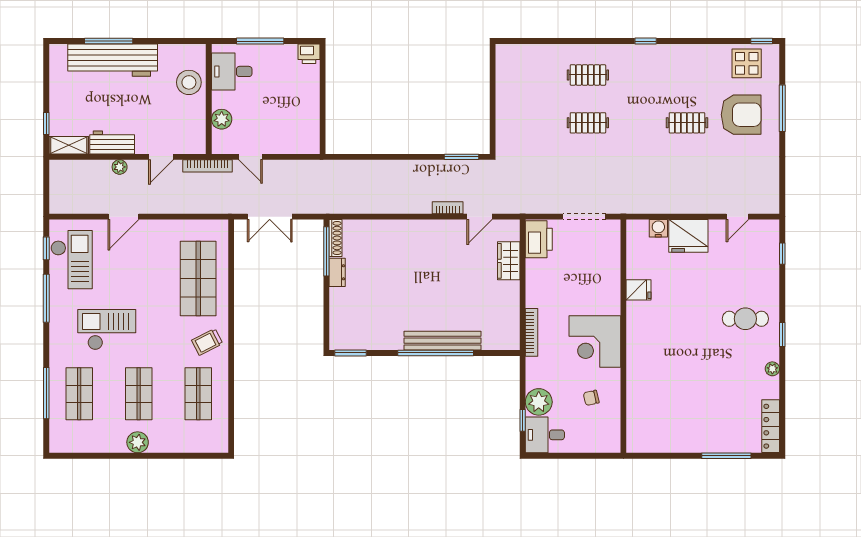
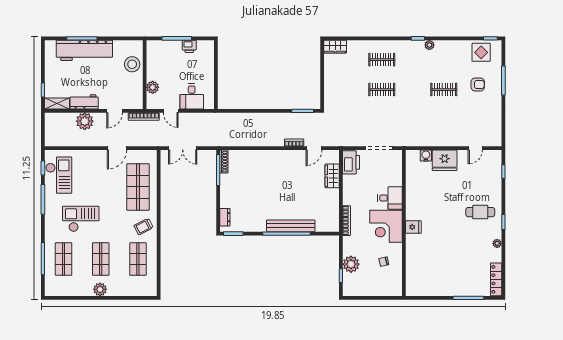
plant: (664, 52) -> (429, 45), added
printer: (309, 54) -> (189, 46), moved
wardrobe: (513, 54) -> (335, 47), added
desk: (232, 71) -> (192, 96), moved, turned -90
armchair: (741, 115) -> (478, 84), width x0.53, depth x0.53
plant: (120, 167) -> (85, 121), width x1.88, depth x1.88
door: (123, 217) -> (117, 148), moved
dresser: (337, 272) -> (225, 217), moved
fridge: (639, 290) -> (413, 227), moved
desk: (545, 435) -> (390, 198), moved, turned 180

